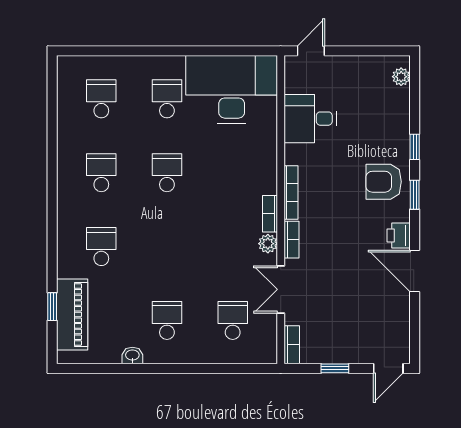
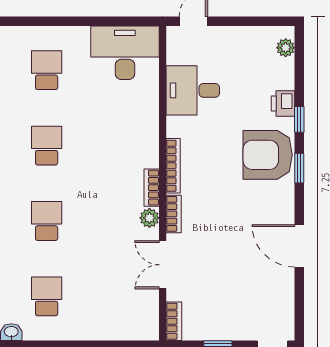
desk: (232, 90) -> (125, 53), width x0.73, depth x0.77
armchair: (384, 182) -> (268, 155), width x1.36, depth x1.36
printer: (399, 235) -> (283, 103), moved
school desk: (233, 320) -> (47, 221), moved

